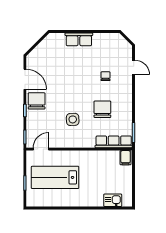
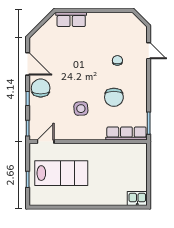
row of seats: (79, 39) -> (71, 19), moved
chair: (102, 109) -> (114, 97), turned 180
filing cabinet: (125, 158) -> (140, 151), removed
lab bench: (55, 177) -> (61, 173), turned 180
kitchen sink: (113, 200) -> (137, 198), moved

